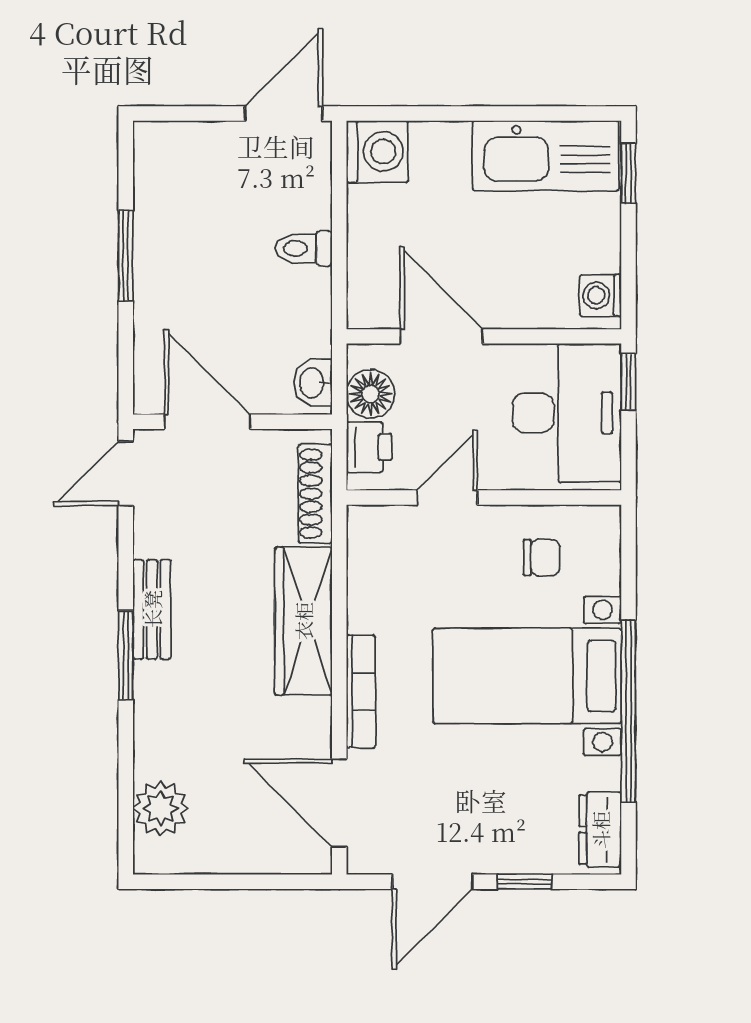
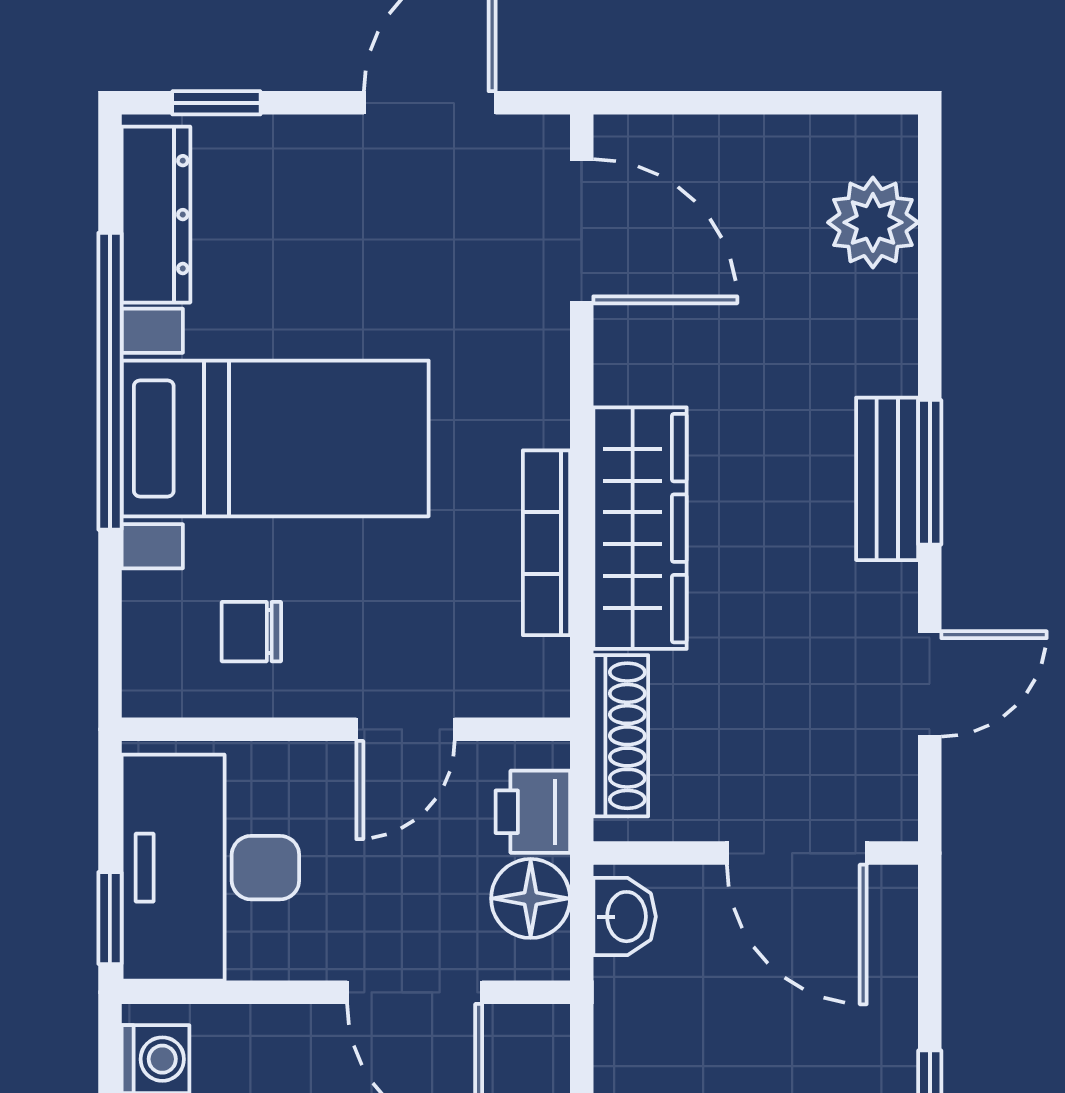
door: (126, 473) -> (930, 684), moved
bench: (152, 609) -> (887, 479), moved
bookcase: (361, 692) -> (546, 543), moved
dresser: (600, 830) -> (156, 215), width x1.44
window: (525, 882) -> (216, 103), moved

